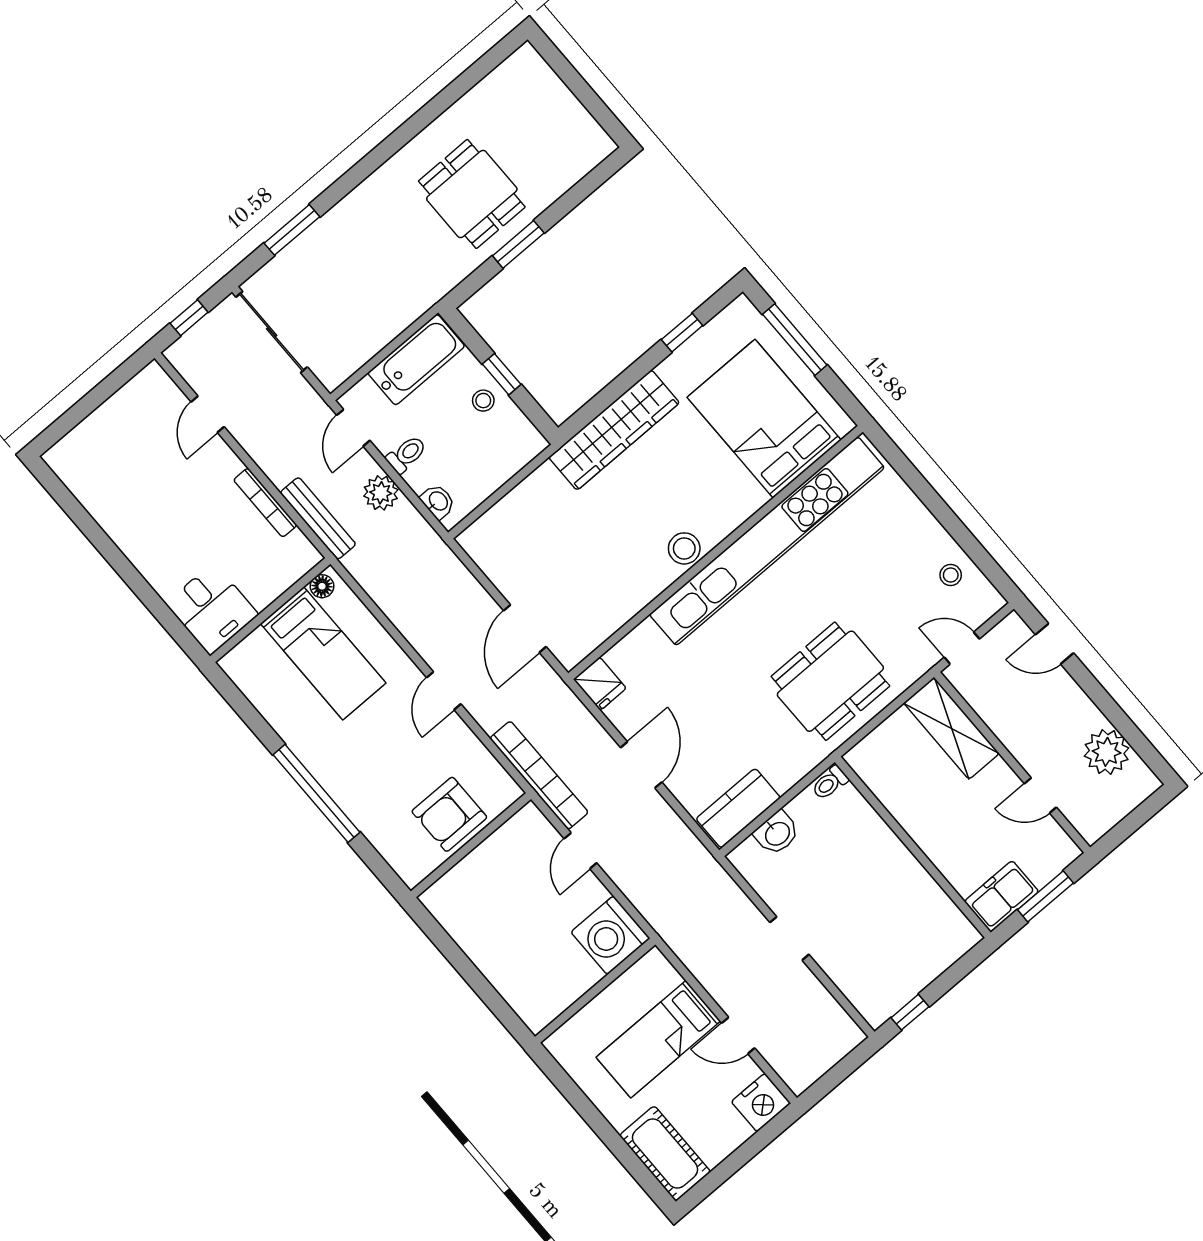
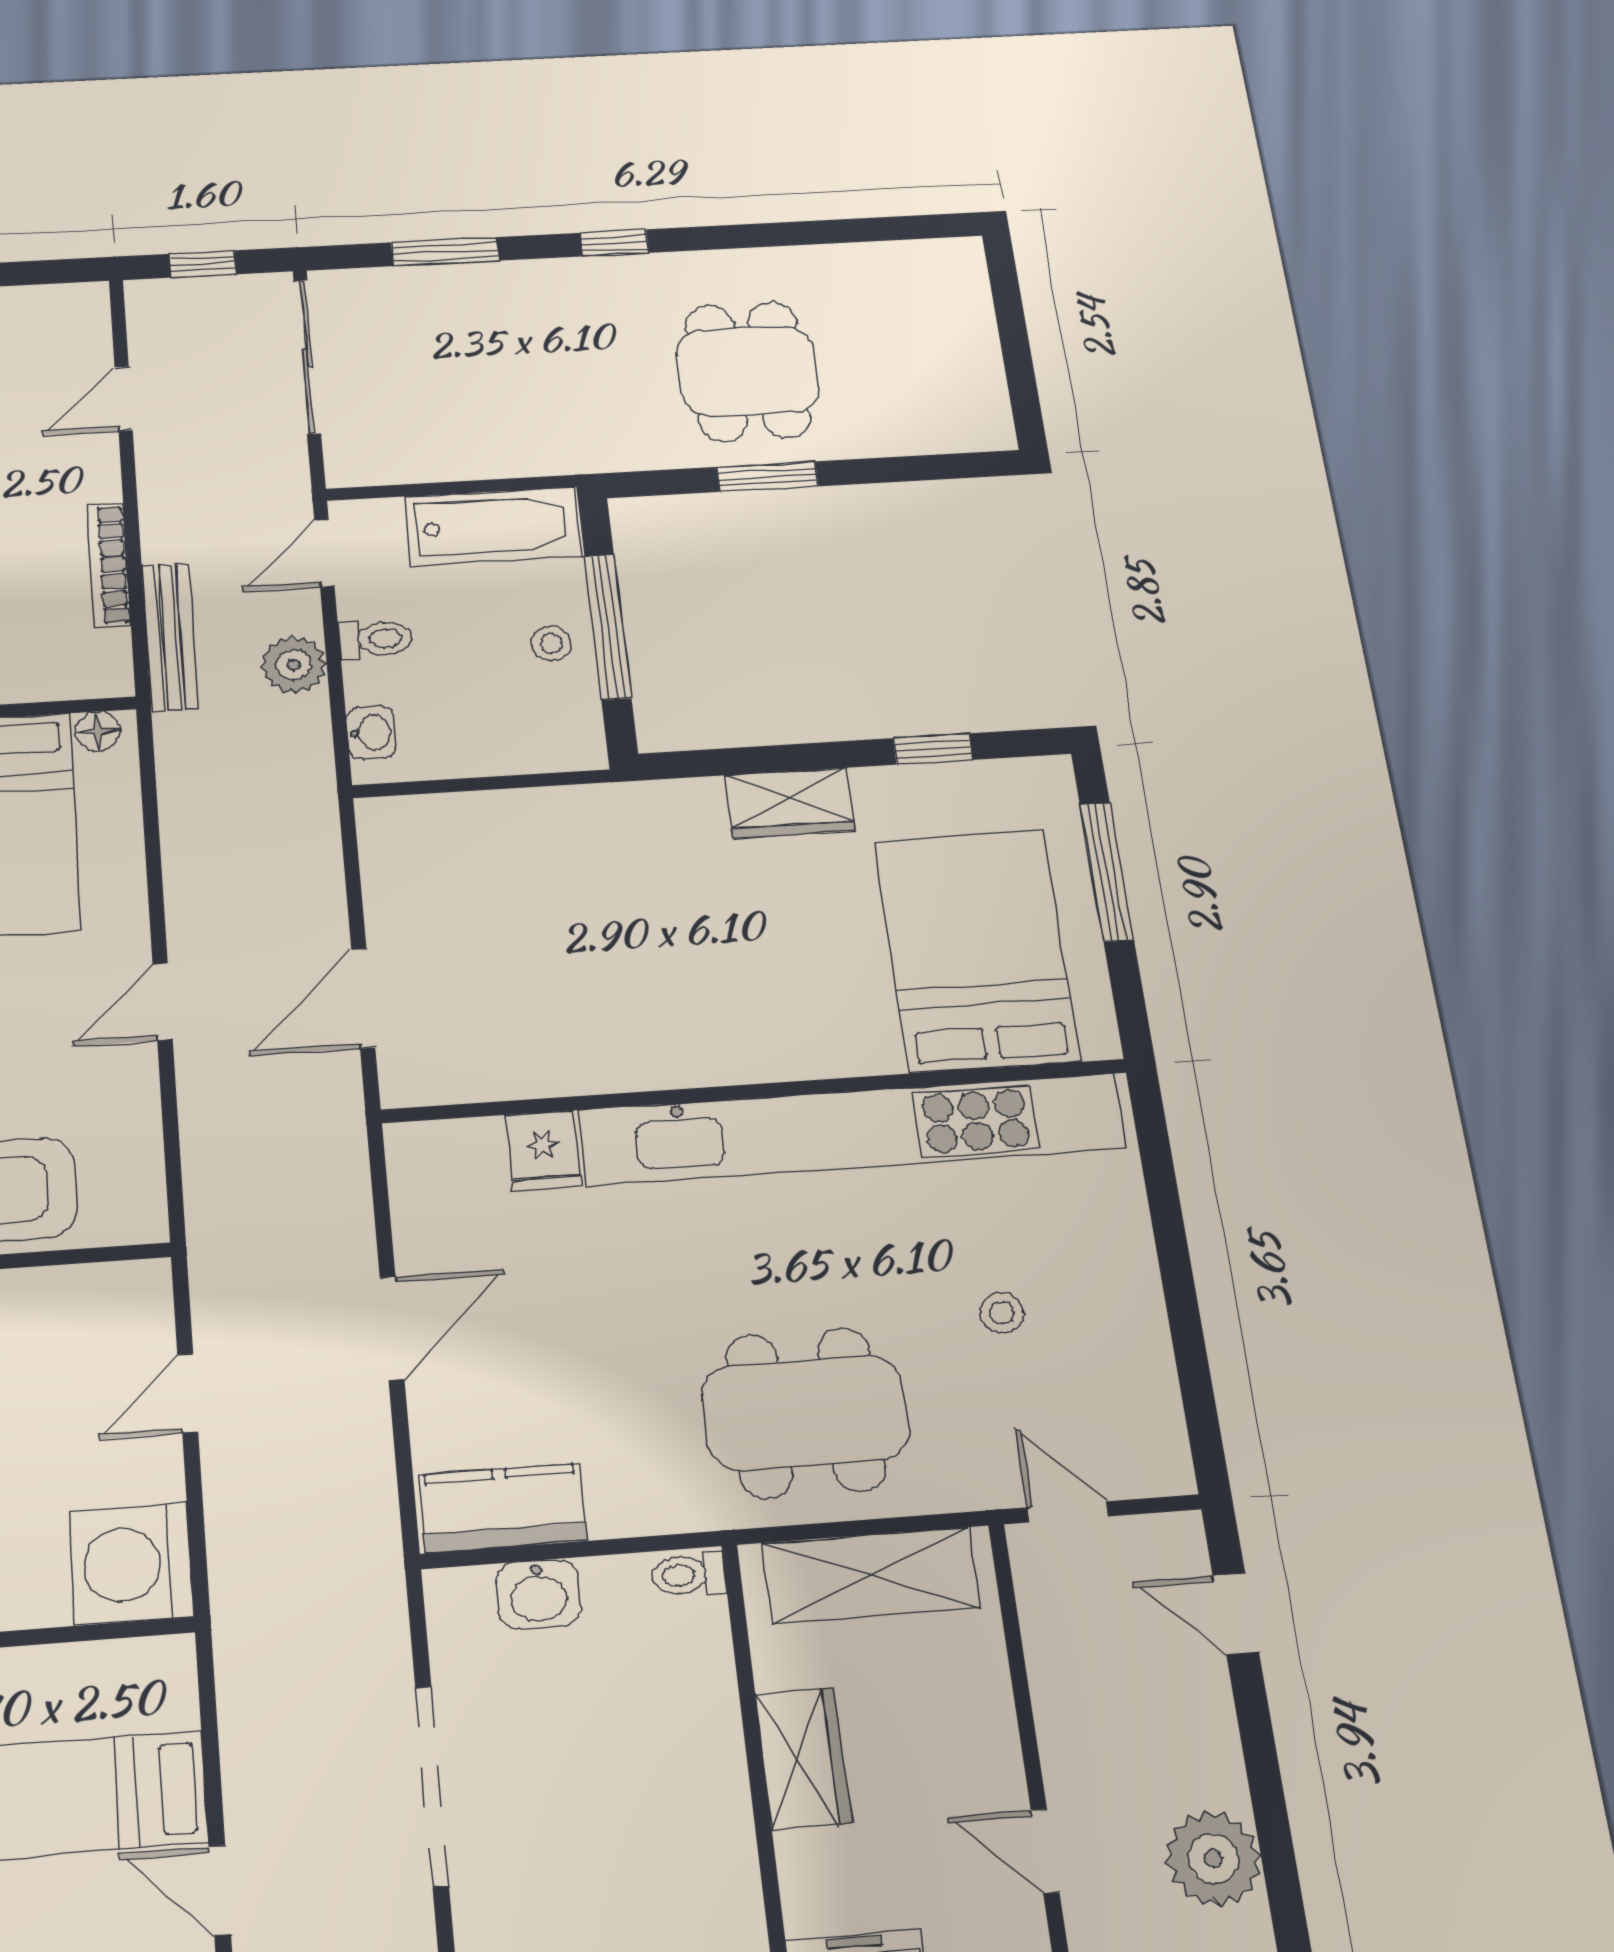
window: (364, 168) -> (614, 243), added
window: (502, 374) -> (608, 627), width x2.17
wardrobe: (614, 430) -> (790, 803), width x0.48, depth x0.85
stool: (684, 548) -> (709, 1052), removed
stool: (951, 575) -> (1002, 1313), moved
fridge: (600, 684) -> (543, 1151), moved
shelving: (951, 728) -> (871, 1575), moved, turned 90
bookcase: (539, 775) -> (213, 1230), removed
wardrobe: (924, 825) -> (803, 1758), added
doorway: (789, 938) -> (432, 1786), width x1.88

